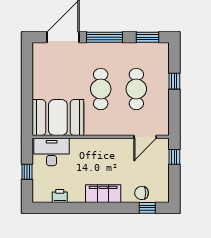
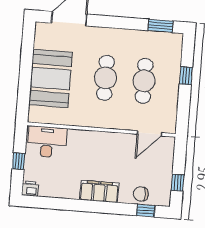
window: (105, 37) -> (114, 22), removed
booth: (58, 117) -> (50, 79), moved, turned 90
window: (174, 157) -> (178, 183), moved
printer: (60, 196) -> (30, 189), moved

